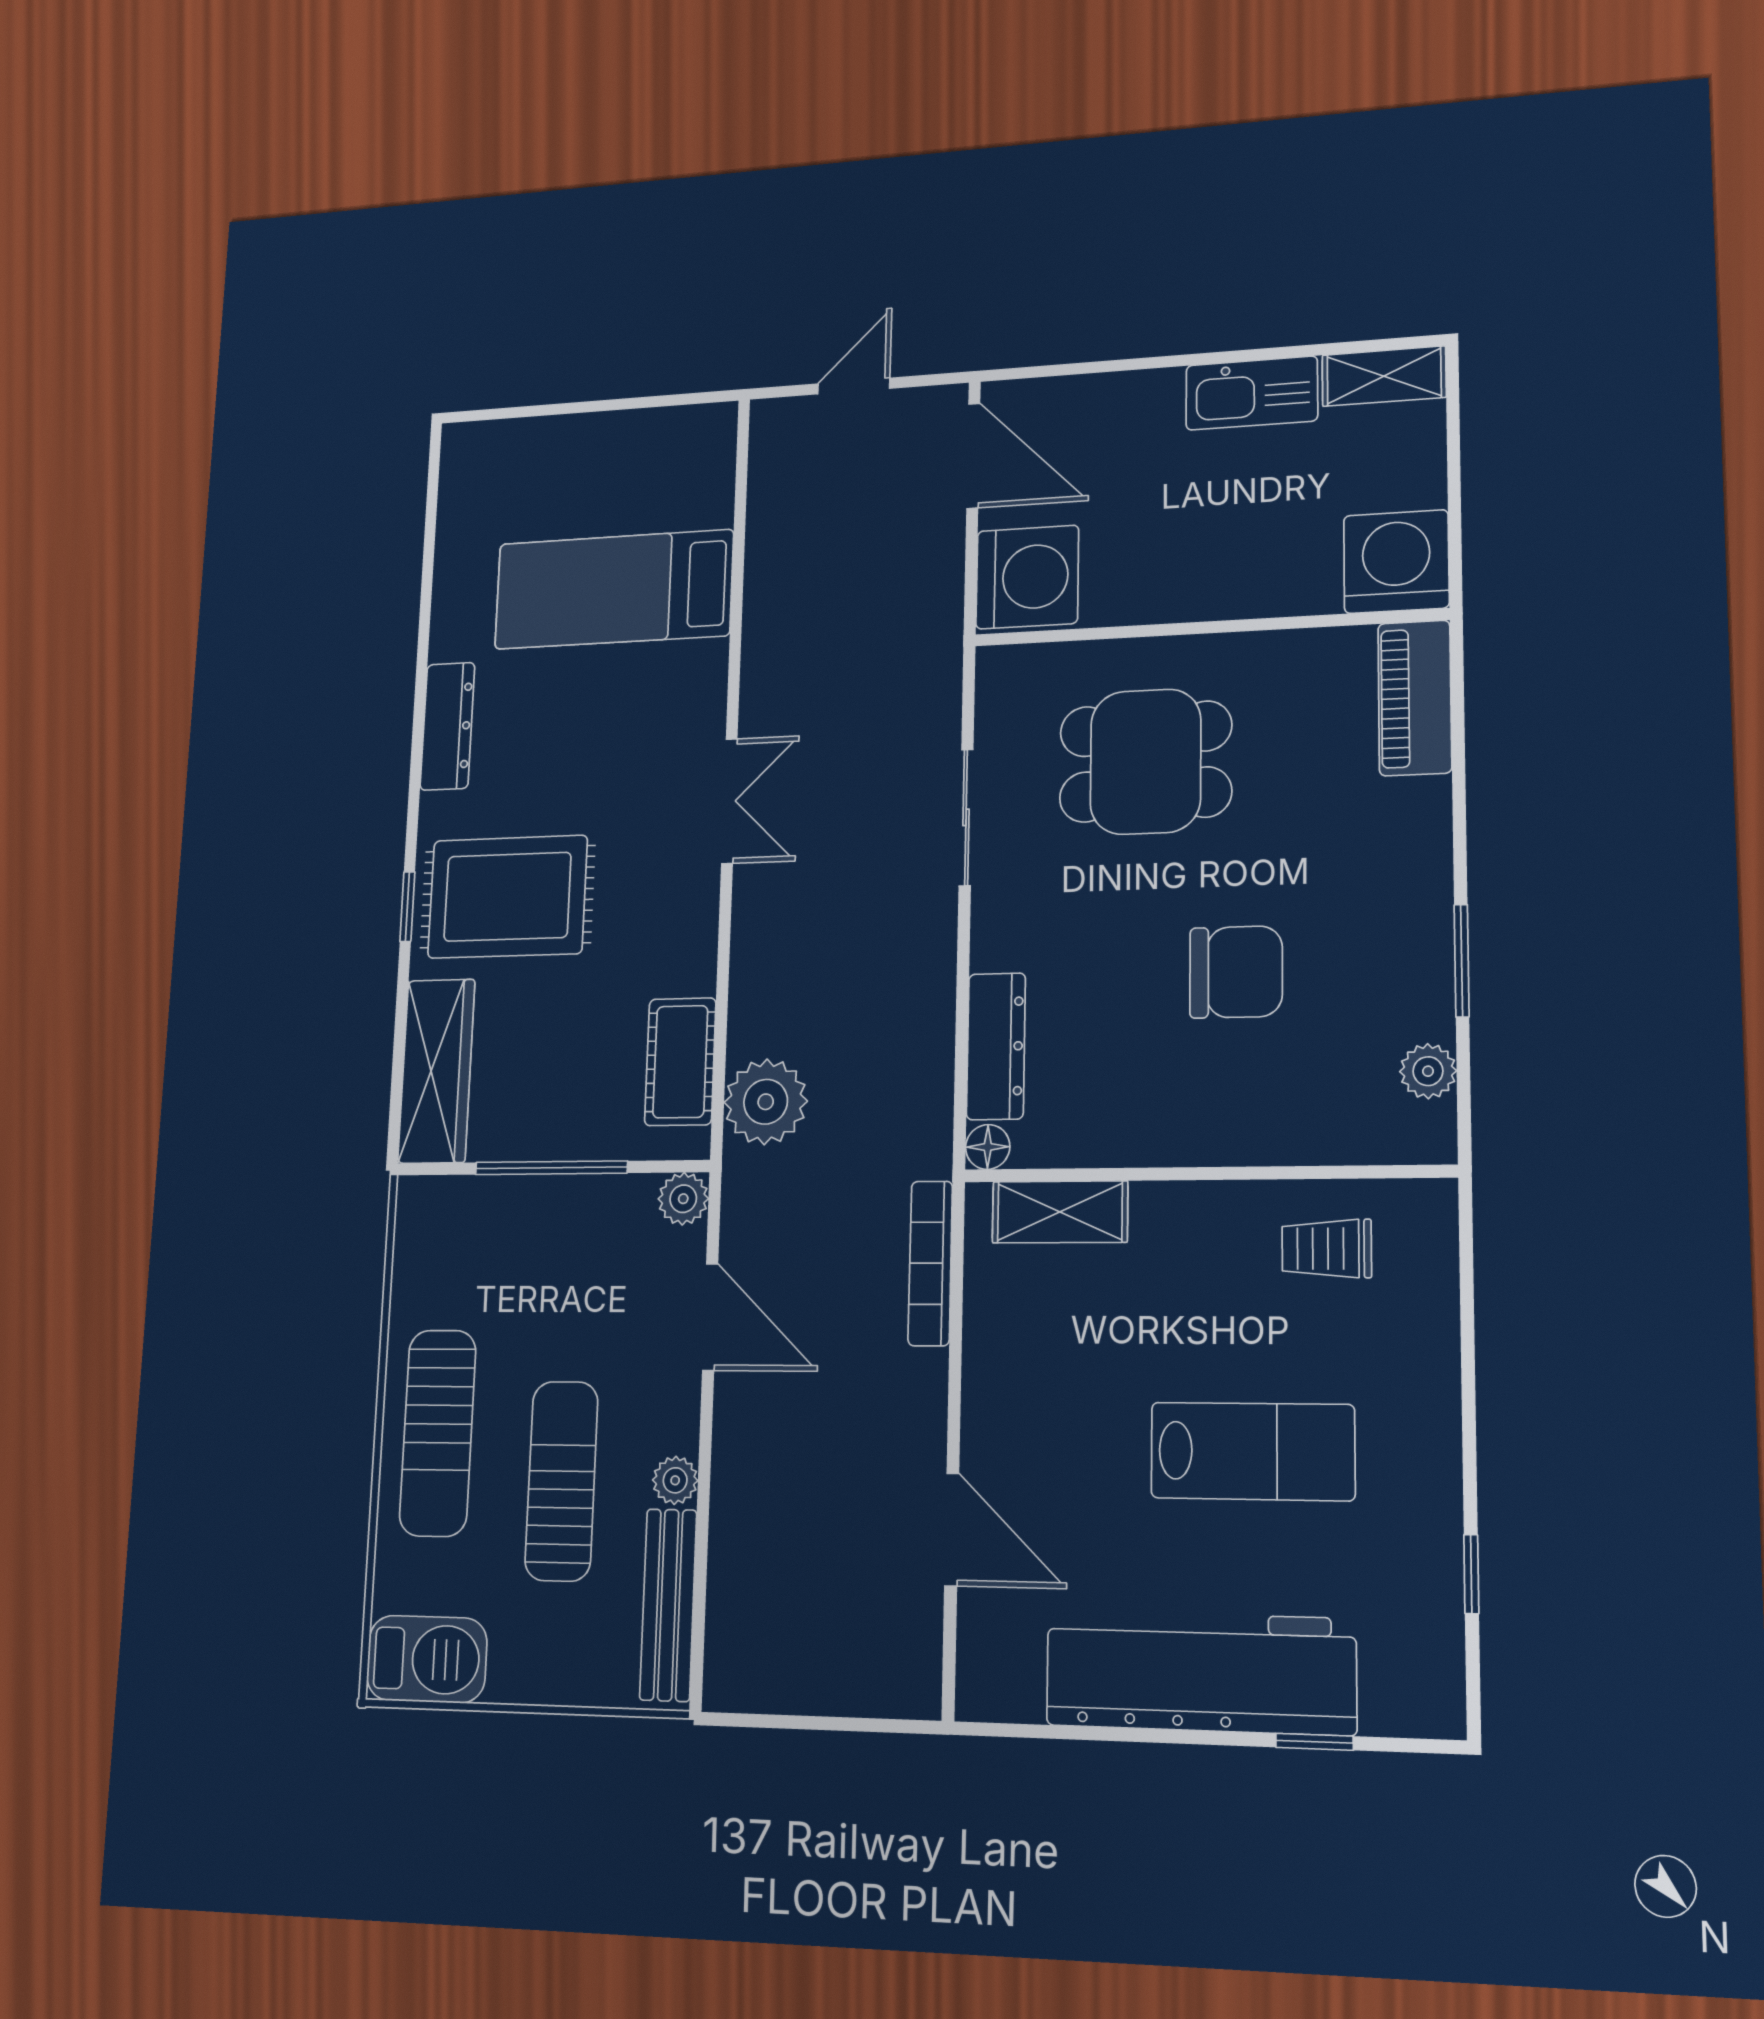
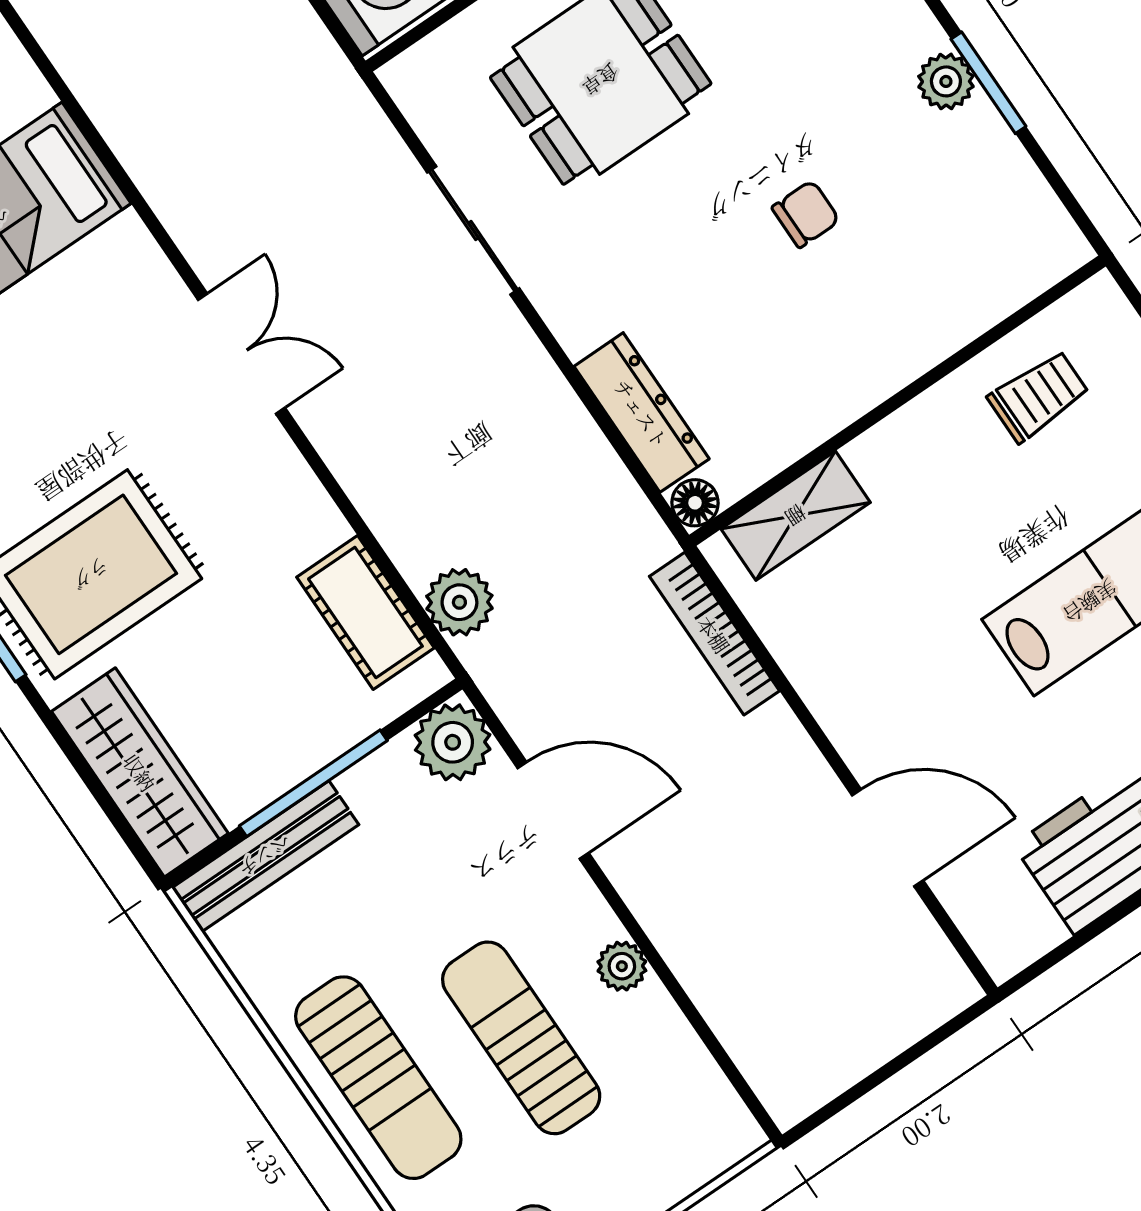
chair: (1236, 972) -> (806, 214), width x0.54, depth x0.54
plant: (1428, 1071) -> (946, 81), moved
plant: (766, 1102) -> (459, 602), width x0.73, depth x0.73
plant: (683, 1199) -> (453, 742), width x1.38, depth x1.38
trolley: (1327, 1249) -> (1039, 396), turned 180
bench: (668, 1605) -> (265, 856), moved, turned 90

